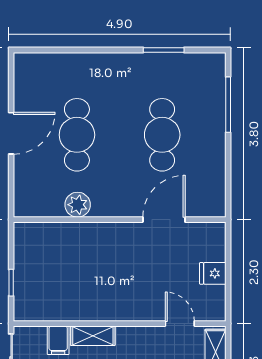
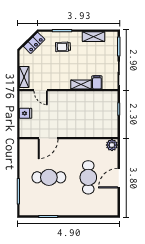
cafe table: (162, 135) -> (49, 177), turned 90
plant: (78, 205) -> (112, 145), moved

